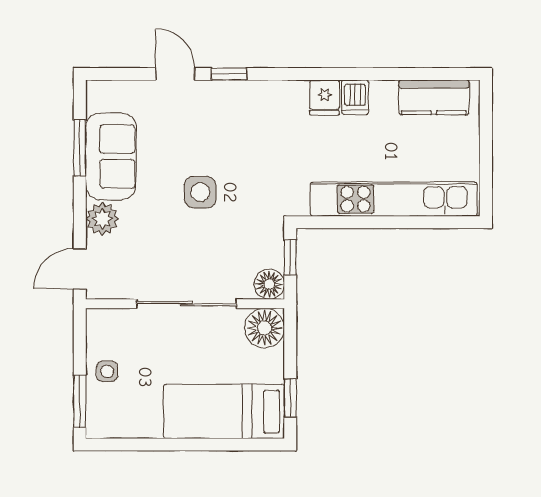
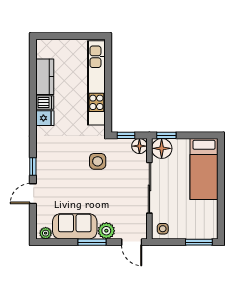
kitchen counter: (434, 97) -> (45, 77), moved
plant: (97, 99) -> (46, 233), added
window: (80, 148) -> (92, 242), moved
side table: (200, 192) -> (98, 161), moved
side table: (107, 371) -> (163, 229), moved
window: (290, 398) -> (166, 135), moved

